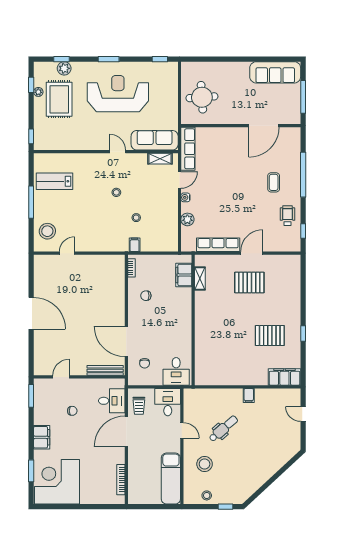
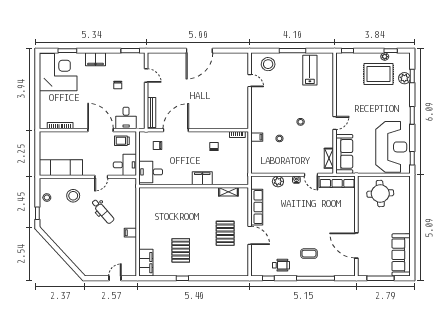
reception desk: (118, 94) -> (391, 147), moved
filing cabinet: (184, 275) -> (202, 178), moved

